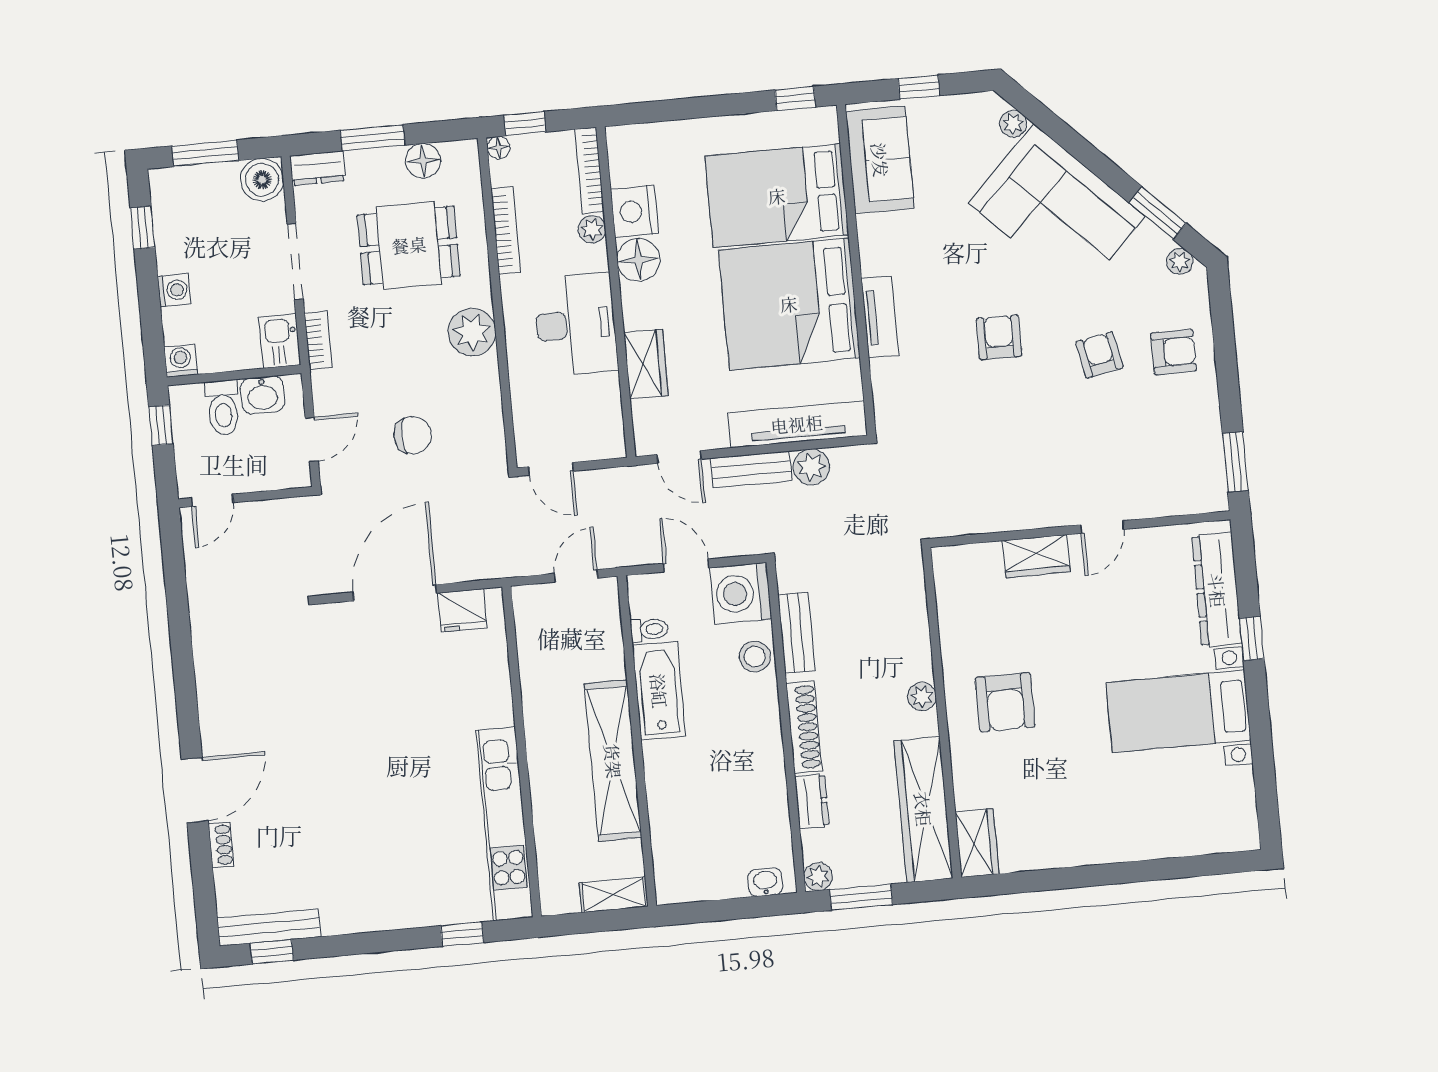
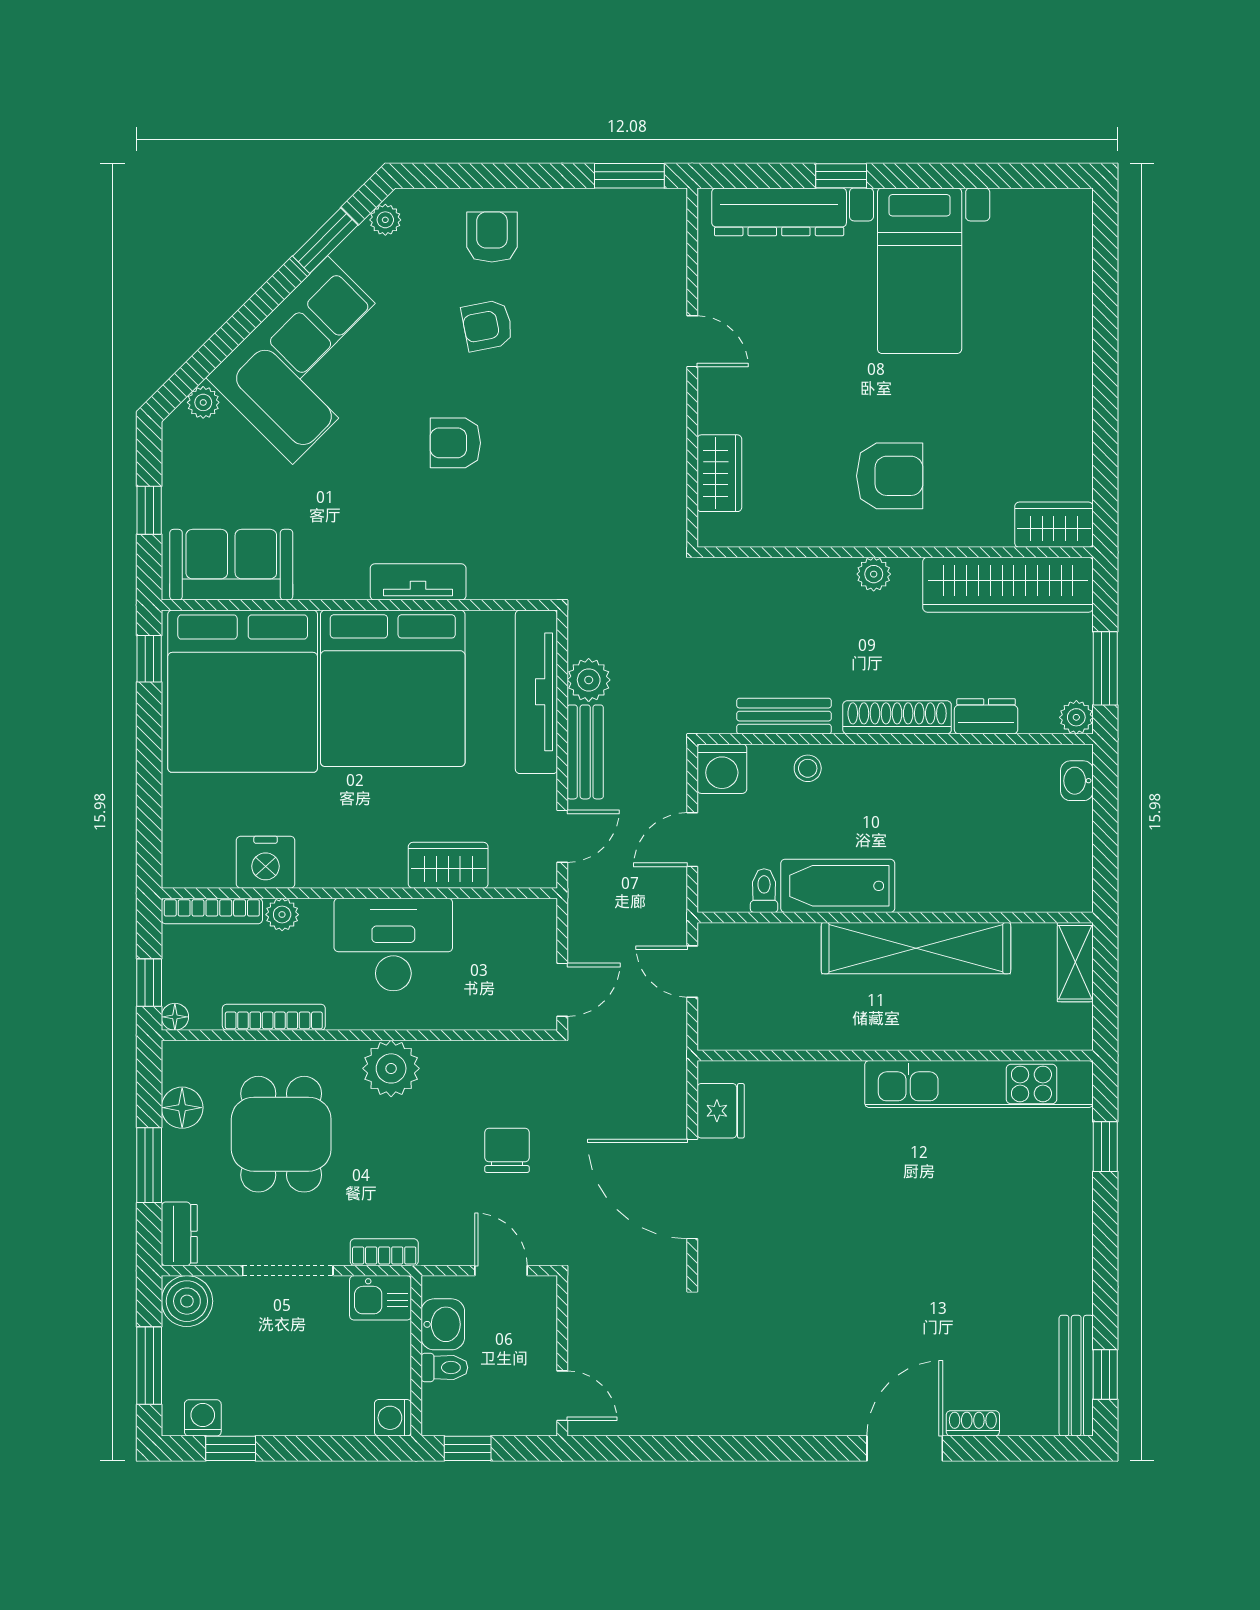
bed: (777, 196) -> (243, 691), width x1.36
floor lamp: (638, 260) -> (323, 863), removed
washing machine: (174, 290) -> (203, 1418), moved
toilet: (223, 408) -> (444, 1368), width x0.73, depth x0.72
wardrobe: (1036, 556) -> (719, 473), moved
washing machine: (741, 593) -> (722, 769), width x0.73, depth x0.73
stool: (755, 656) -> (808, 768), width x0.73, depth x0.73
door: (195, 790) -> (905, 1448), hinge flipped

